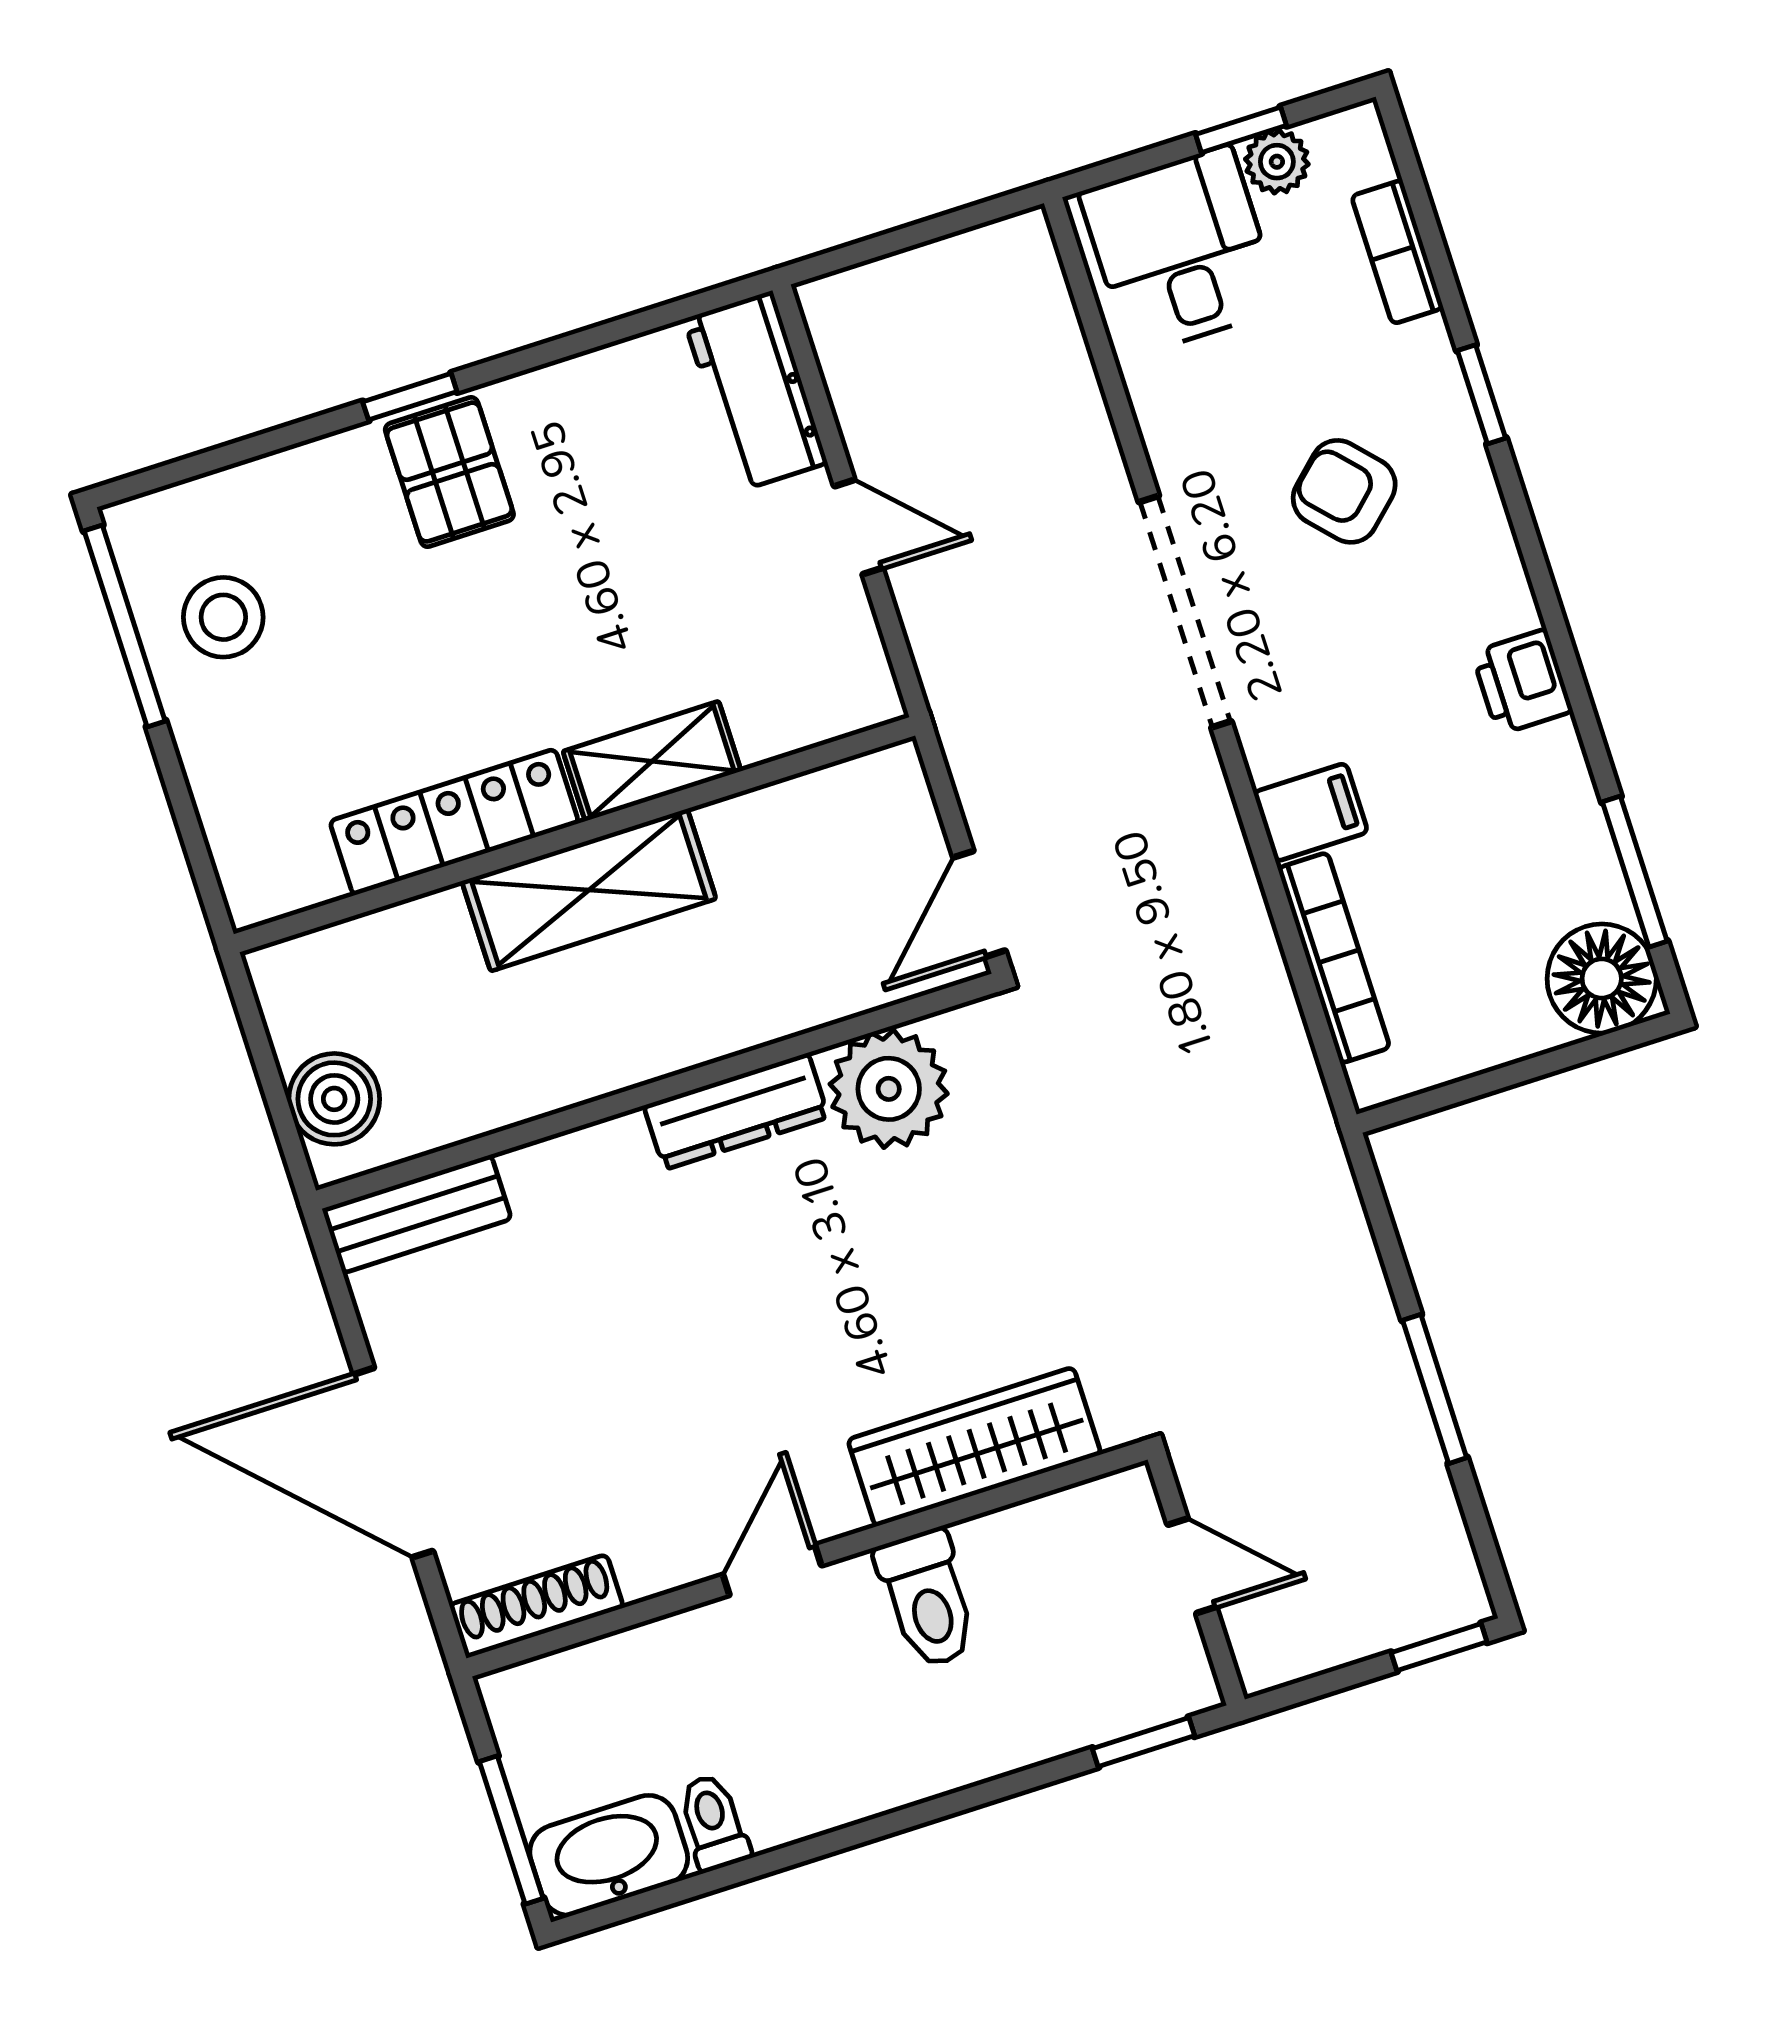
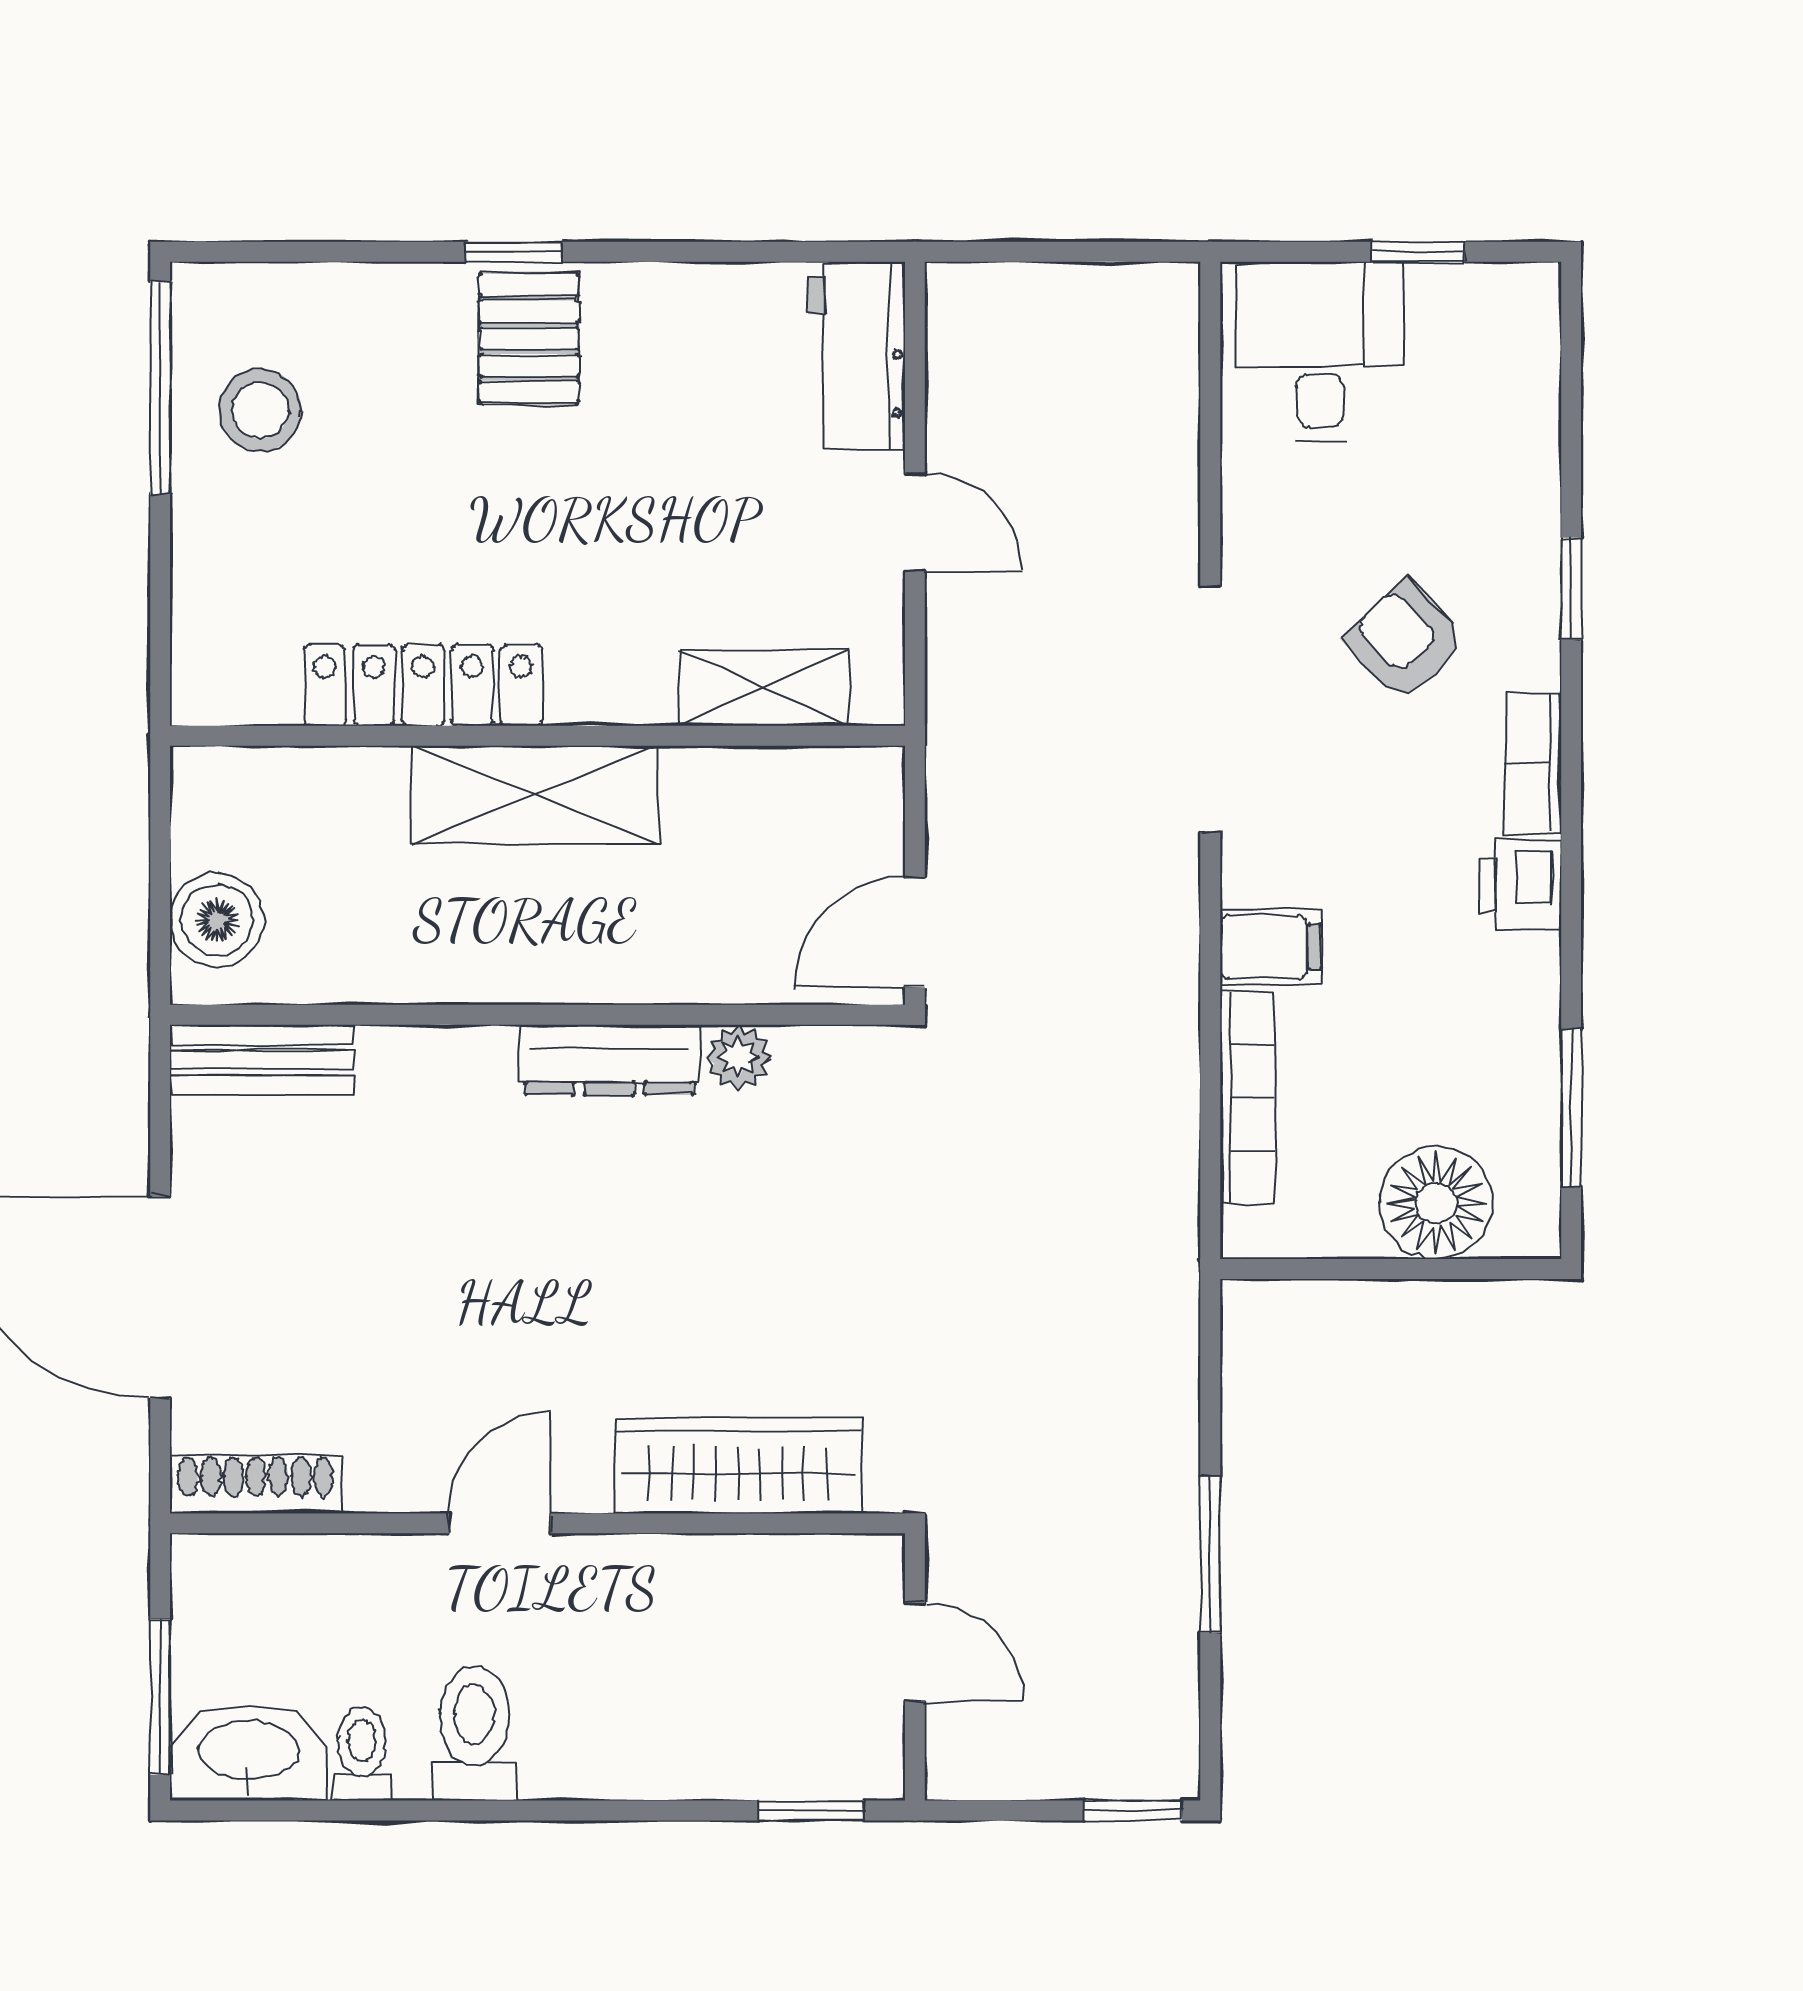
plant: (1277, 162) -> (1443, 295), removed
bookcase: (1397, 252) -> (1533, 763), moved
shelving: (652, 761) -> (764, 688), moved
floor lamp: (1602, 979) -> (1436, 1203), moved
plant: (889, 1089) -> (738, 1057), width x0.53, depth x0.53
toilet: (927, 1599) -> (474, 1733), moved, turned 180

